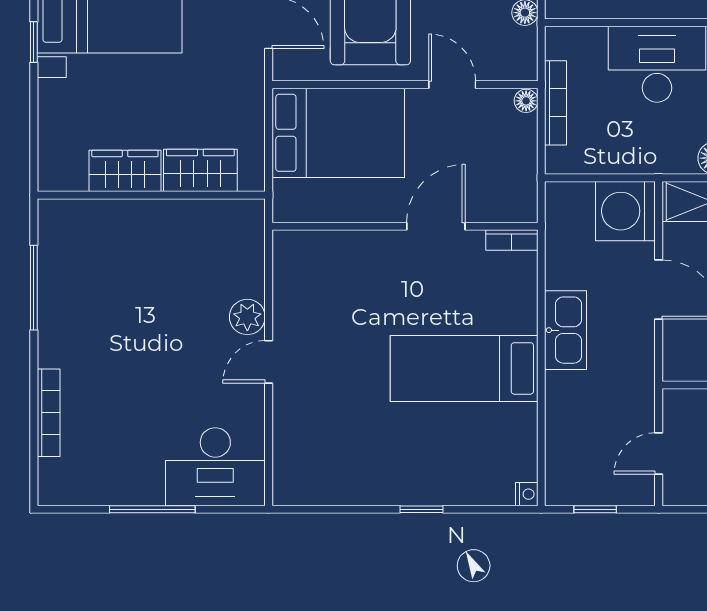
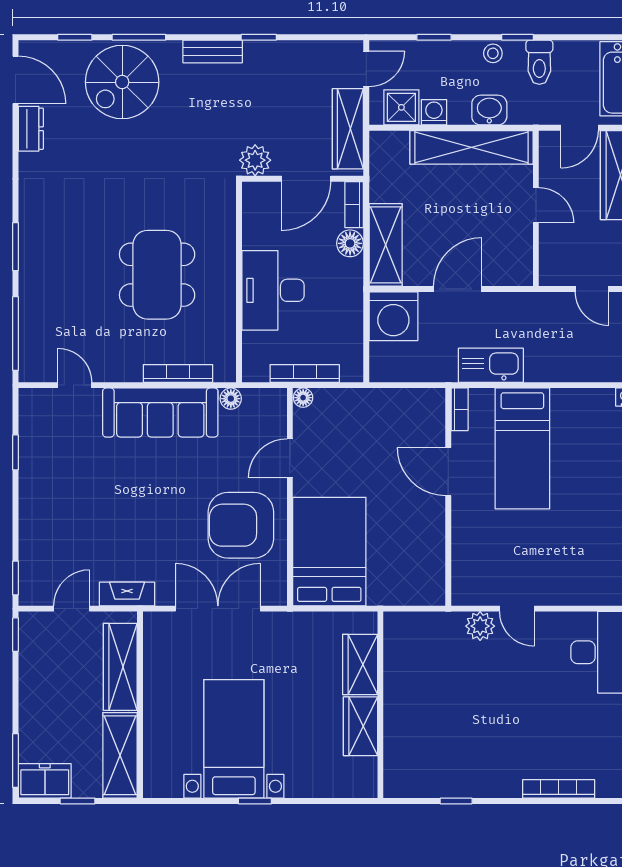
wall: (405, 226) -> (448, 497), moved
door: (436, 226) -> (448, 472), moved
bookcase: (512, 240) -> (460, 409), moved
window: (34, 288) -> (456, 801), width x0.46

